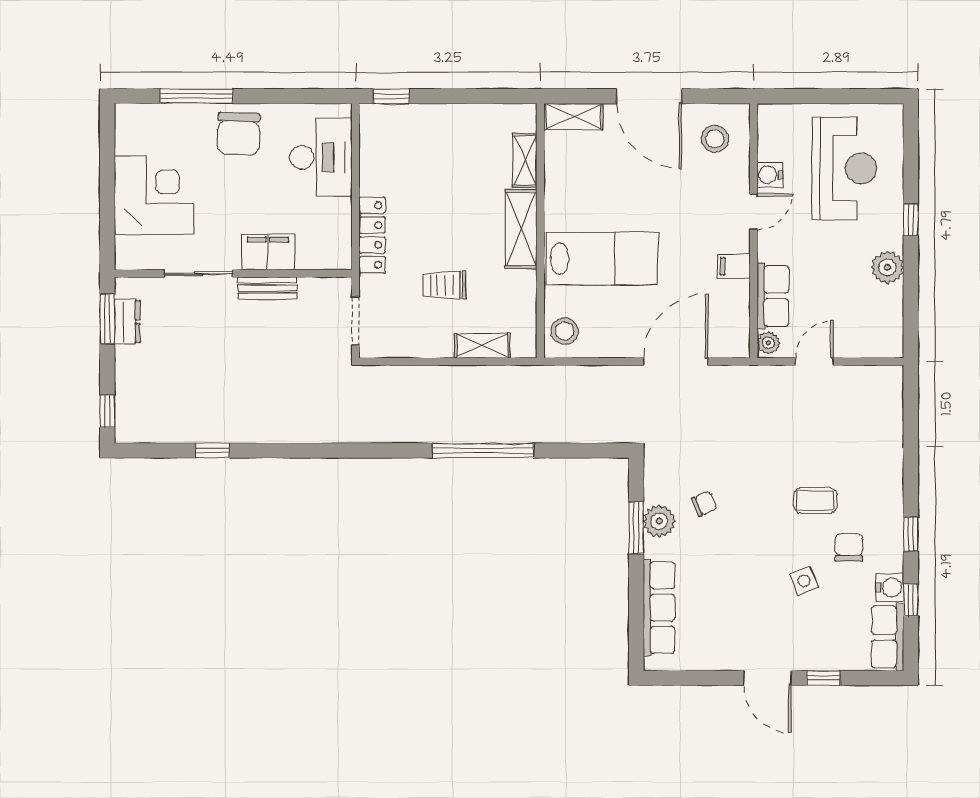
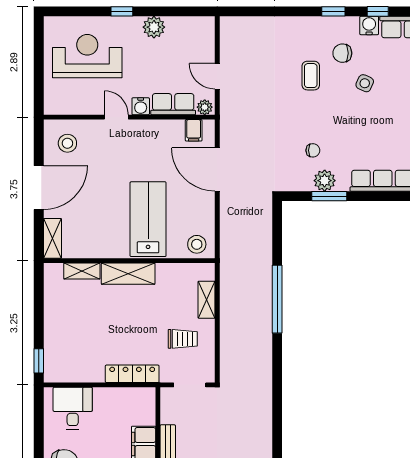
desk: (321, 157) -> (73, 408), width x0.73
water cooler: (770, 175) -> (141, 106), moved
filing cabinet: (734, 266) -> (194, 130), moved
trolley: (444, 285) -> (183, 339), moved, turned -90
chair: (704, 504) -> (313, 150), turned 113
side table: (804, 581) -> (365, 83), turned 45

